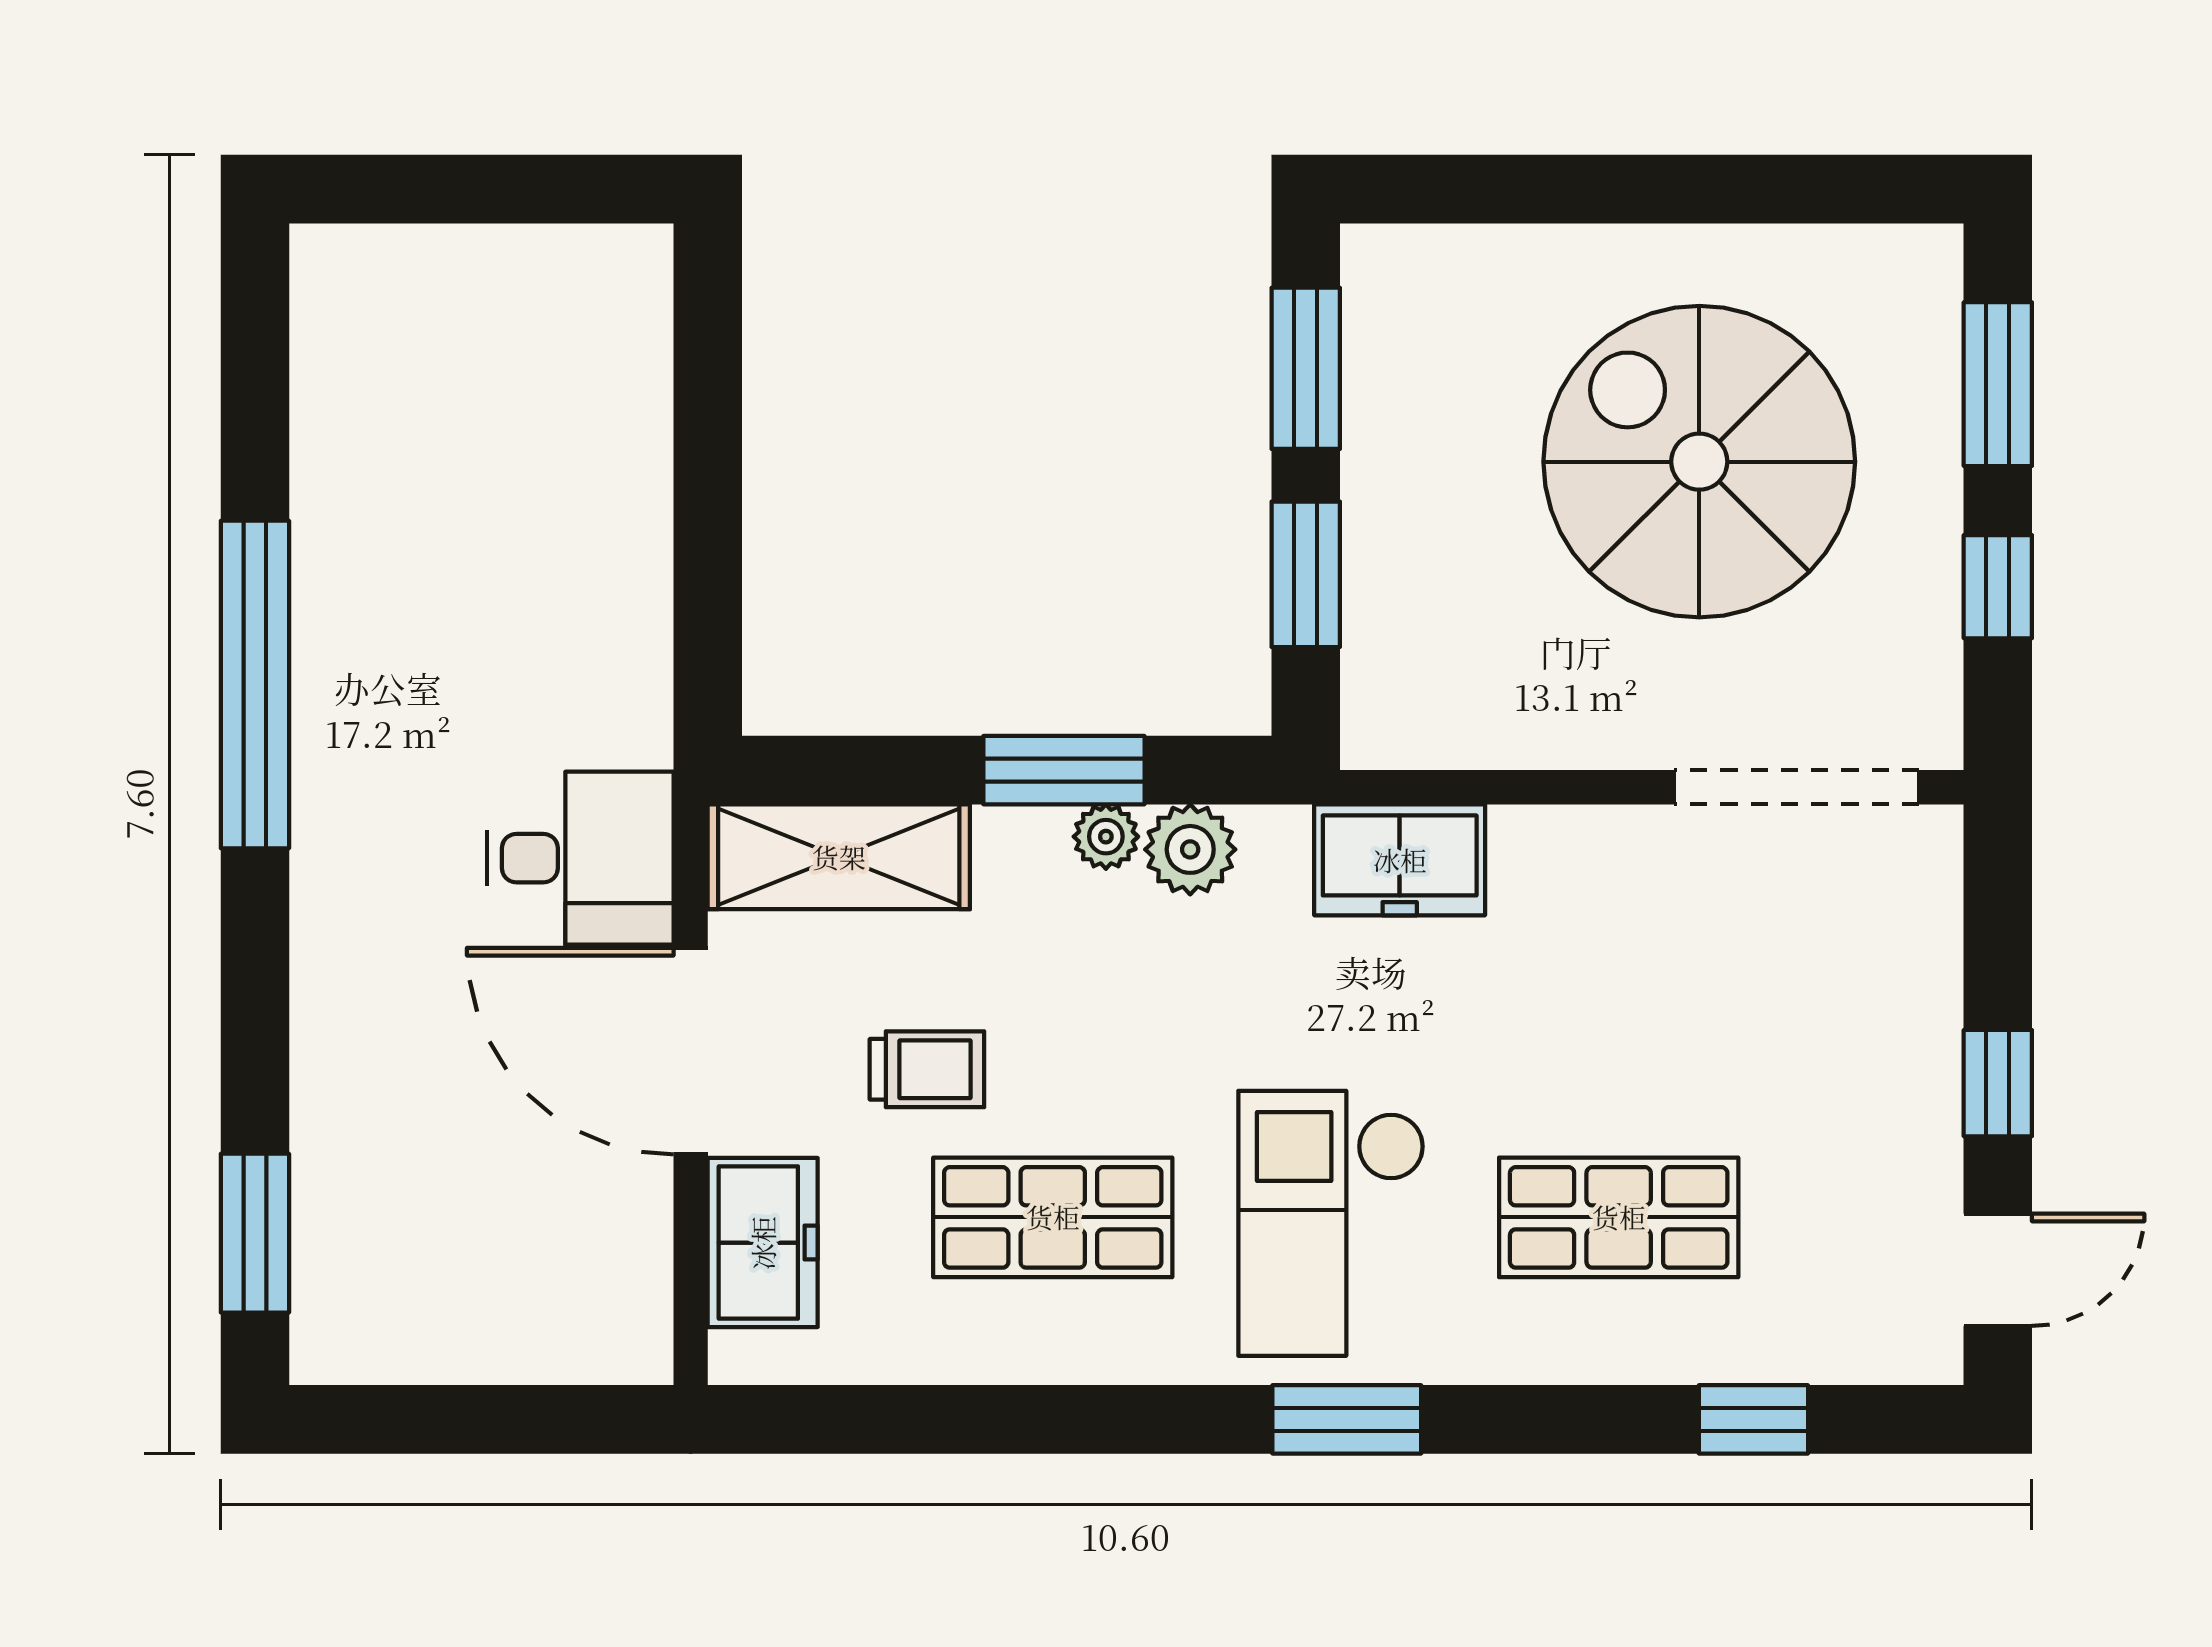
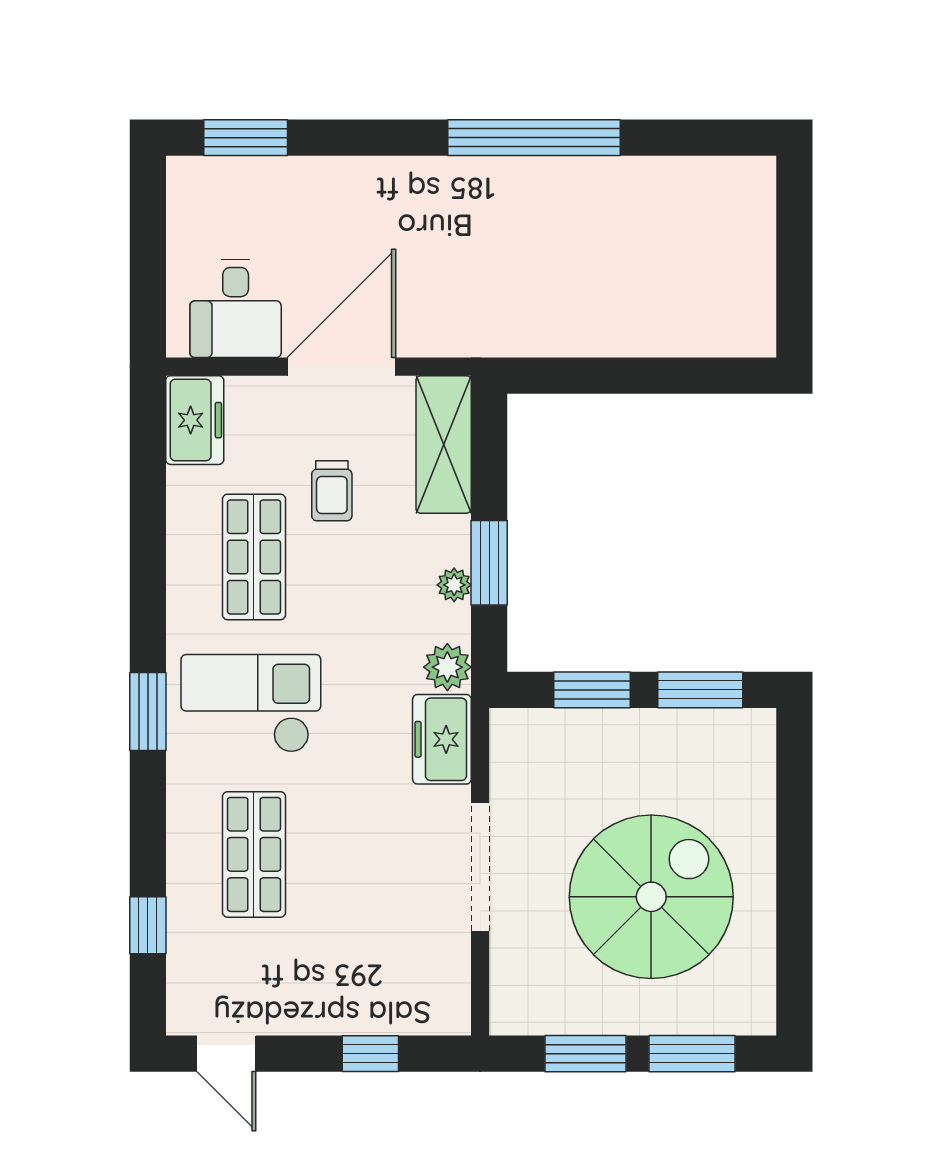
window: (1998, 587) -> (586, 1054), width x1.50
doorway: (1797, 787) -> (480, 867), moved
plant: (1190, 849) -> (447, 667), moved
desk: (580, 858) -> (236, 309), moved
window: (1998, 1083) -> (370, 1054), moved
freezer: (763, 1243) -> (195, 420), moved, turned -90

